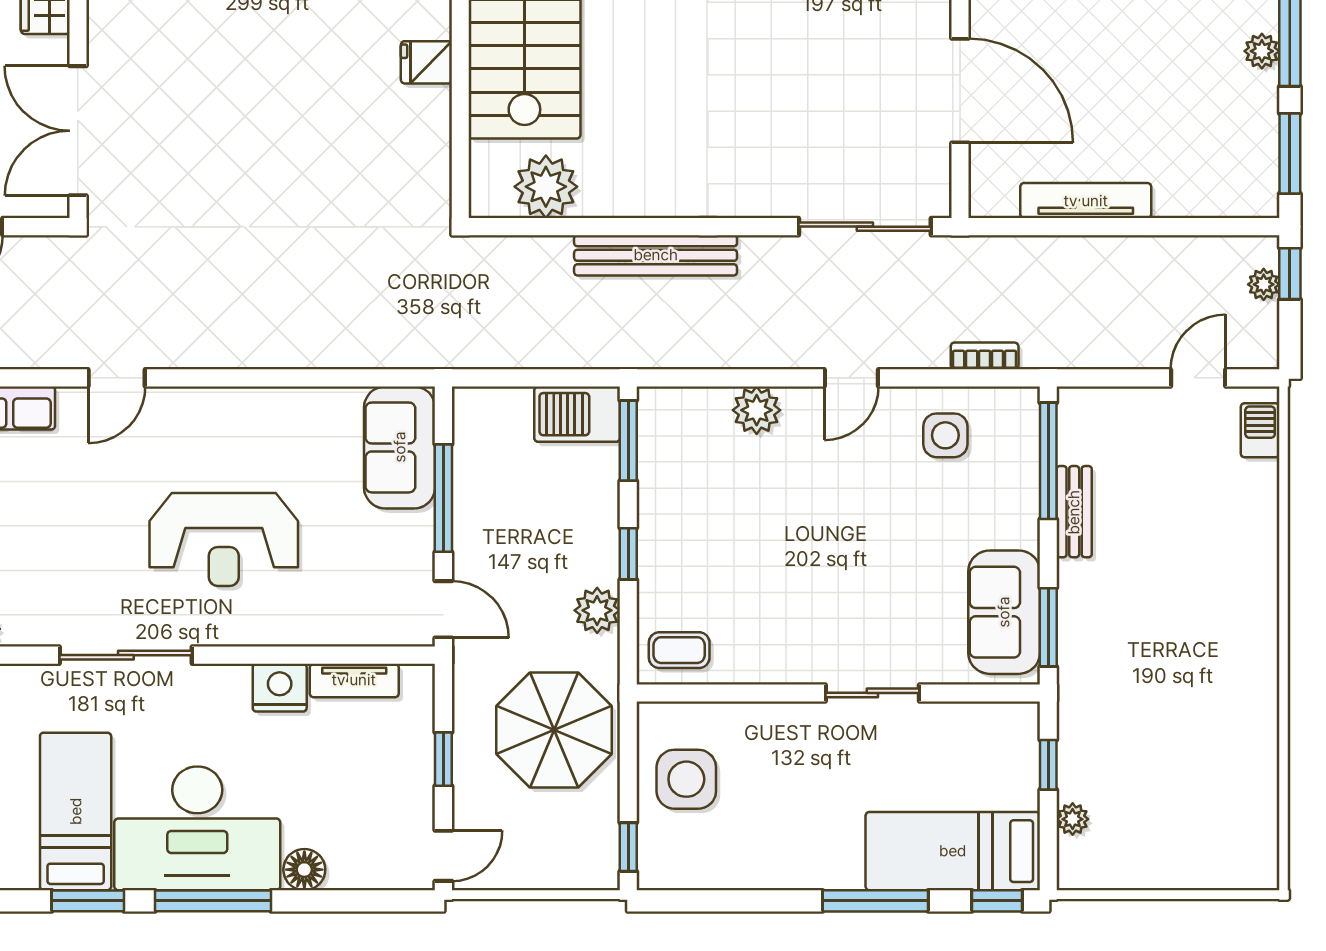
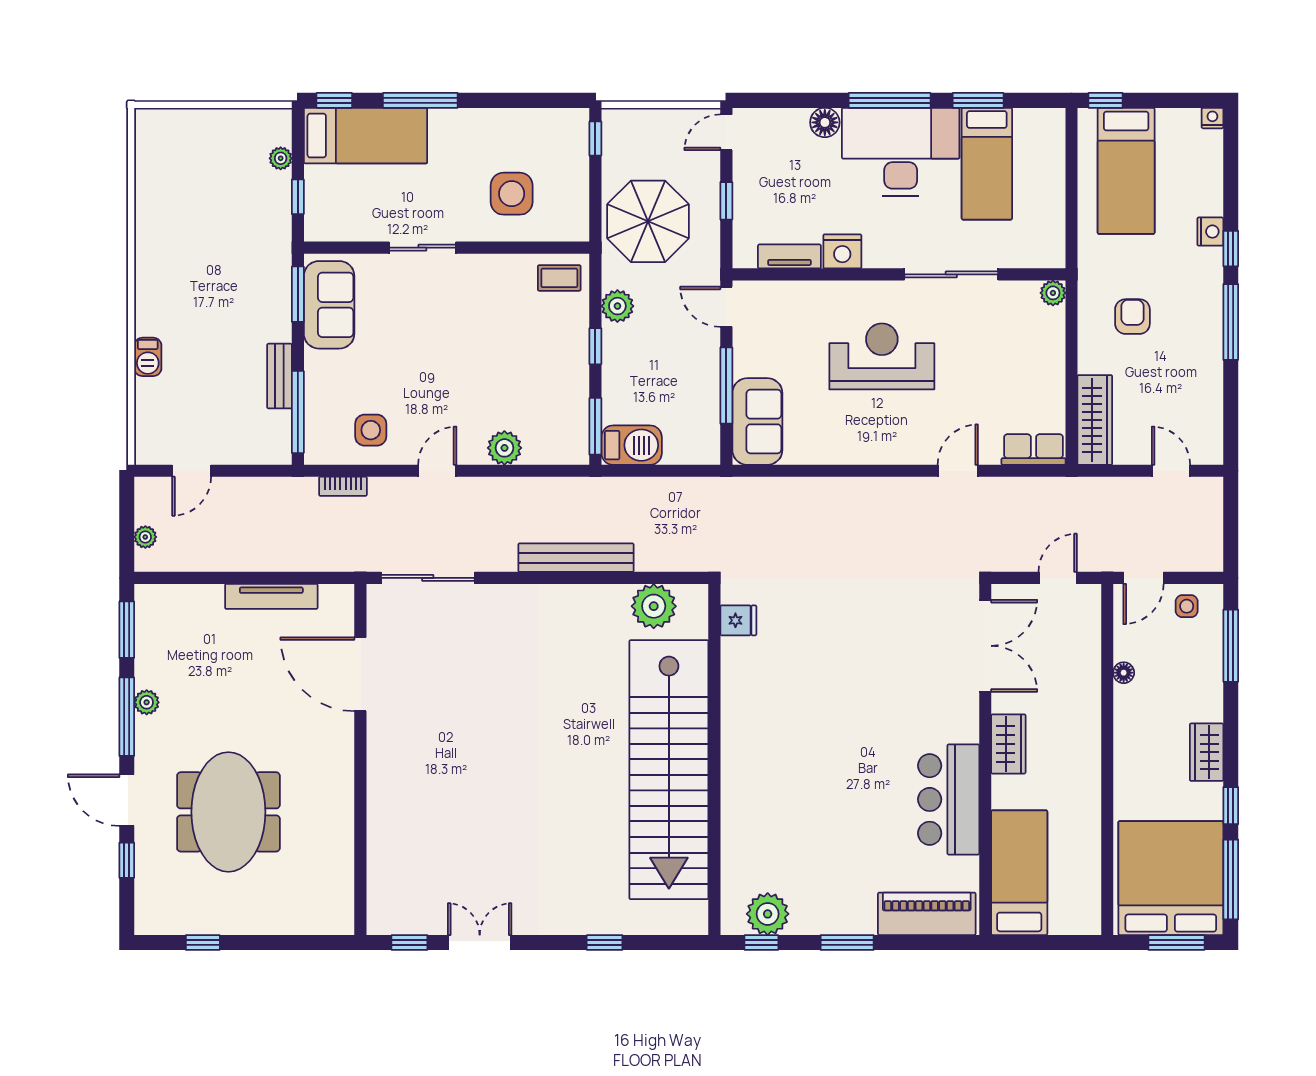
fridge: (426, 62) -> (738, 620), moved
window: (1290, 274) -> (127, 545), removed
barbecue: (1260, 430) -> (148, 357), moved
side table: (686, 779) -> (512, 194), moved

